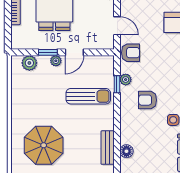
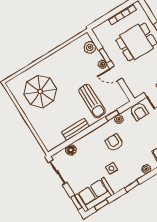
bench: (108, 148) -> (75, 129), moved

